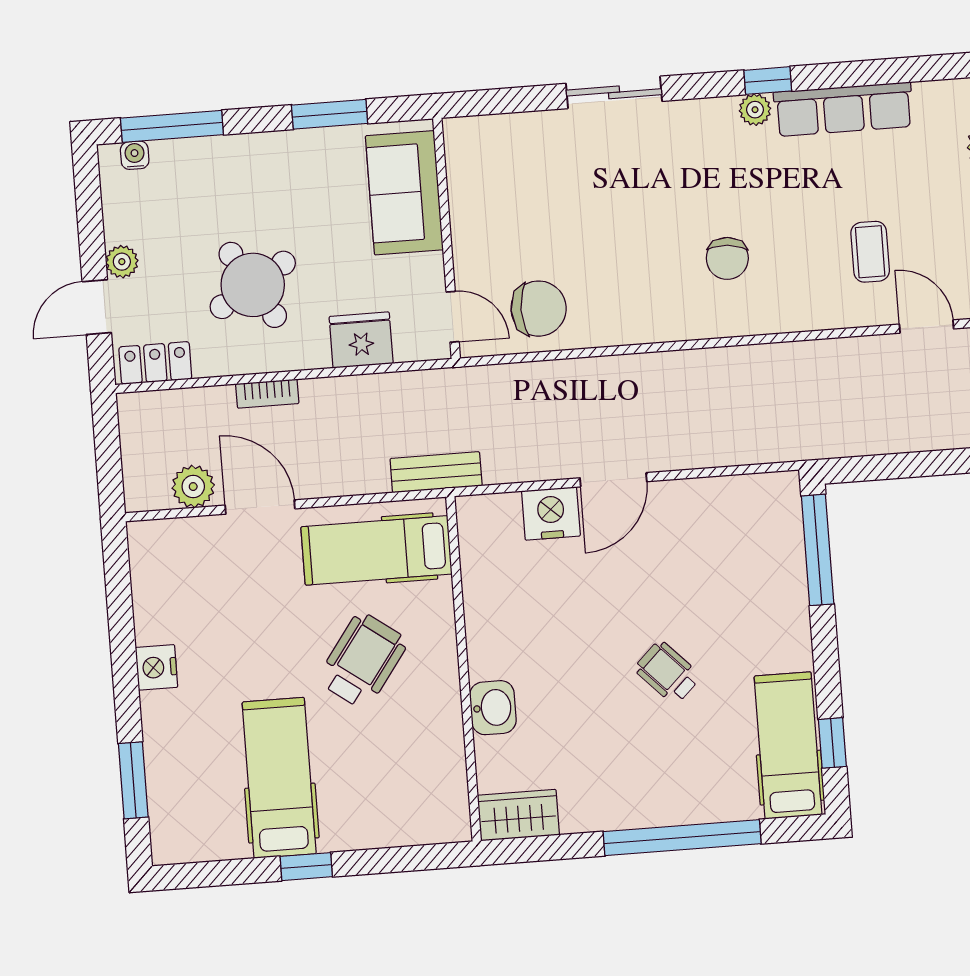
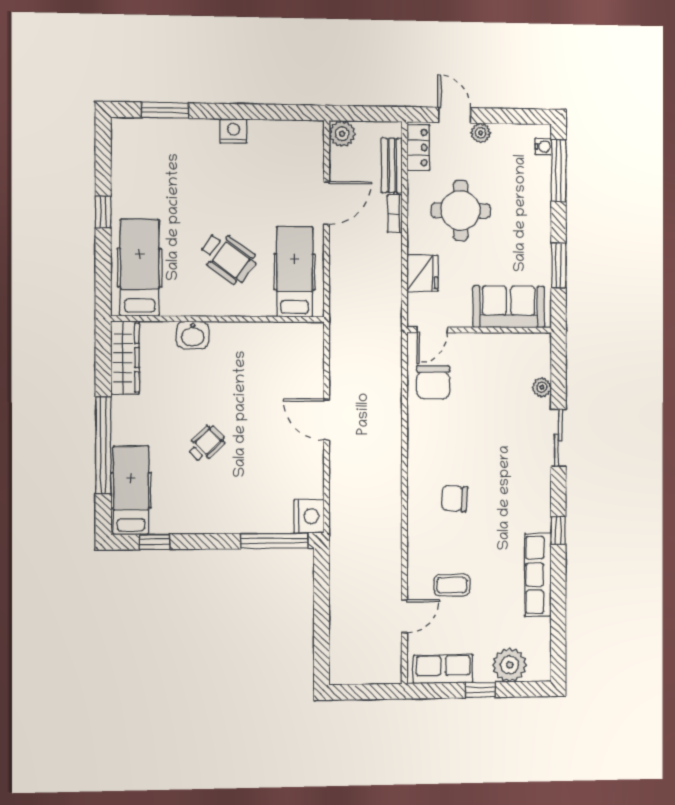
plant: (755, 110) -> (542, 387), moved
round table: (253, 285) -> (461, 211), turned 31
bench: (436, 472) -> (392, 165), moved
plant: (193, 487) -> (342, 134), moved
nightstand: (551, 513) -> (309, 516), moved
hospital bed: (788, 745) -> (131, 490), moved, turned -90
hospital bed: (279, 778) -> (140, 268), moved, turned -90
wardrobe: (518, 815) -> (125, 358), width x1.50

